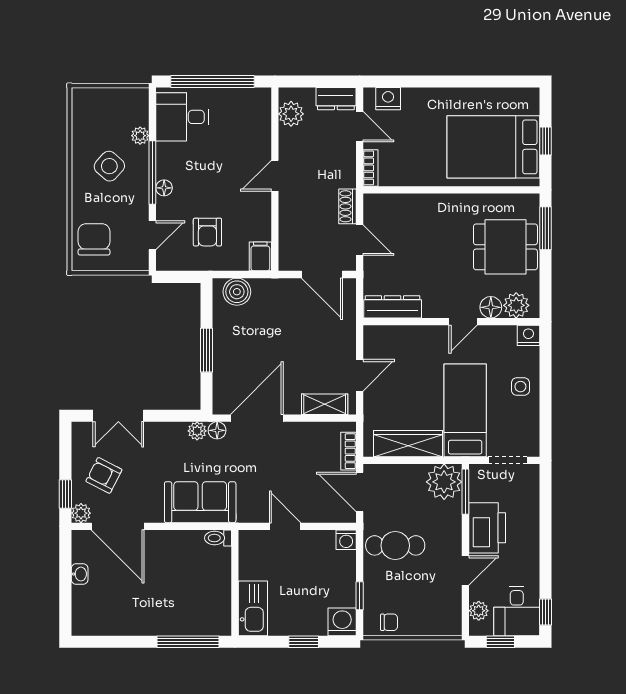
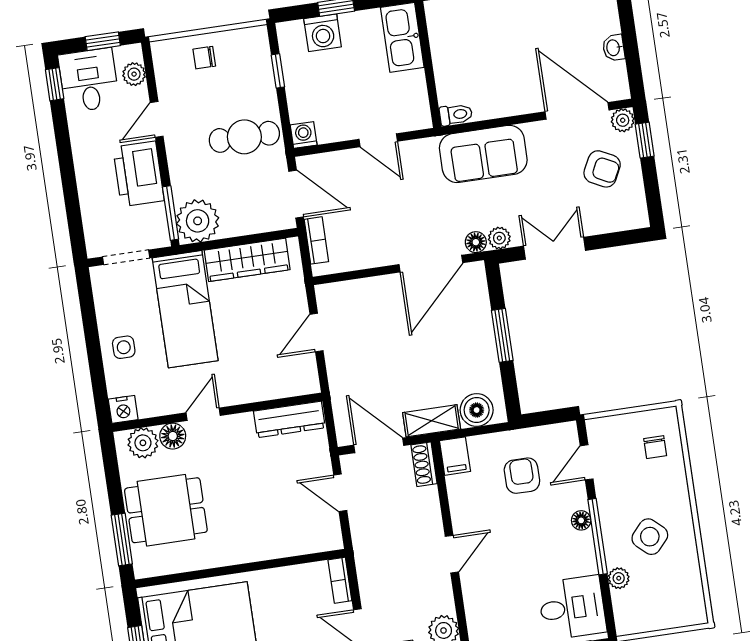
shoe rack: (347, 206) -> (424, 464), moved, turned 180
chair: (94, 239) -> (655, 447), width x0.54, depth x0.54
shelving: (325, 404) -> (432, 421), moved
double door: (118, 416) -> (554, 248), moved
washing machine: (342, 622) -> (323, 33), moved
chair: (389, 622) -> (204, 58), moved

